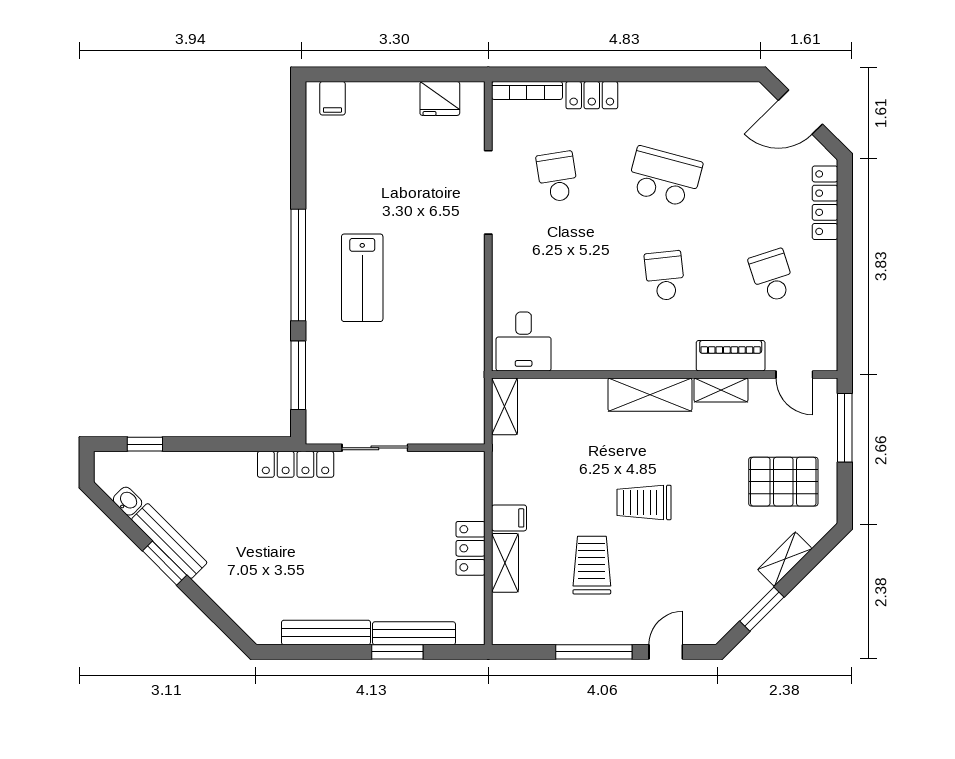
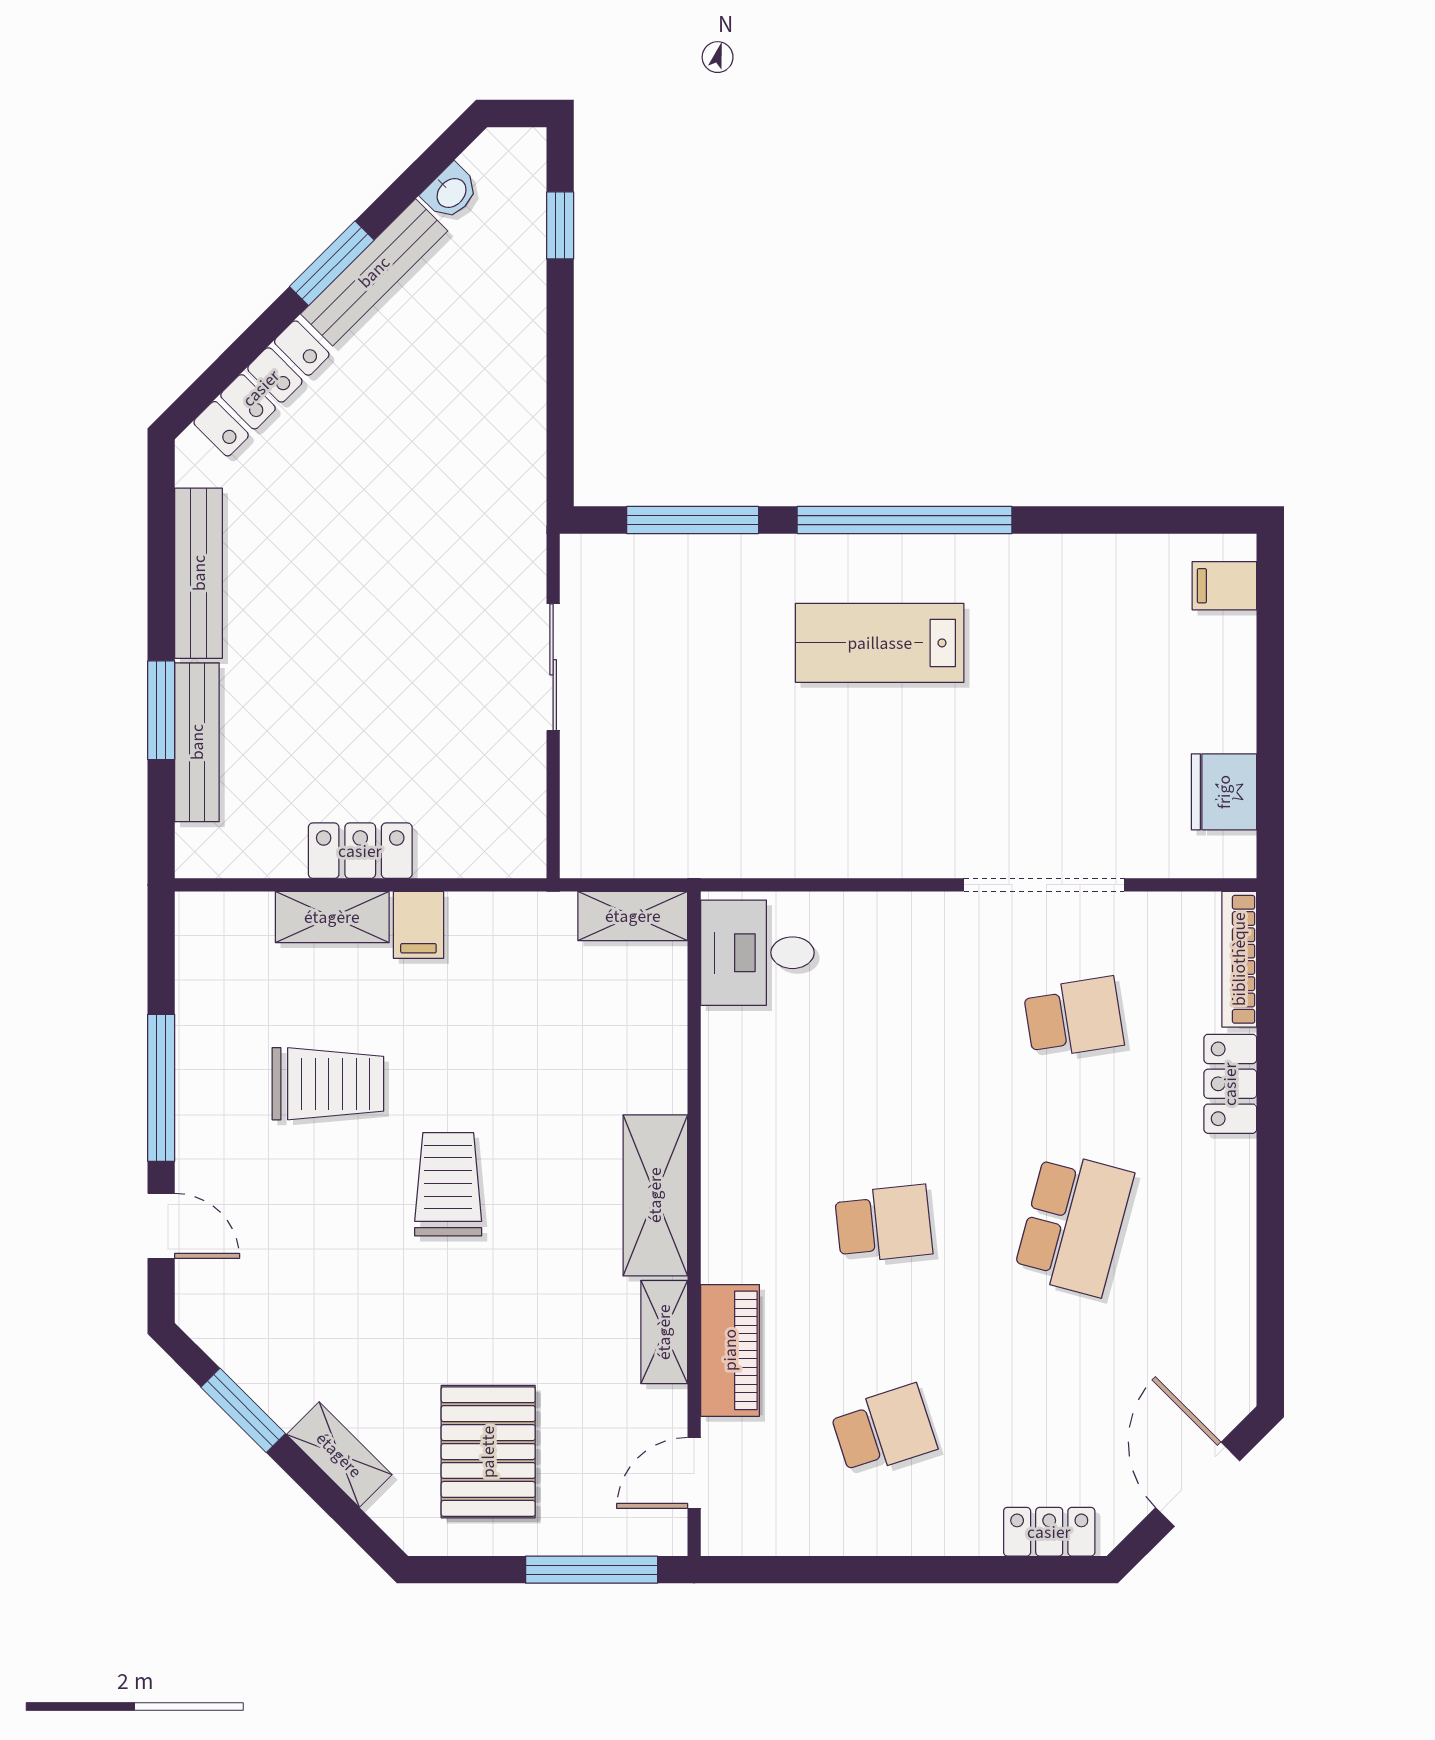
locker: (825, 203) -> (1049, 1532), width x0.66
locker: (296, 464) -> (261, 388), moved, turned -135

